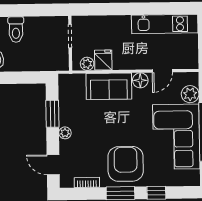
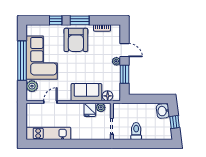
toilet: (16, 30) -> (136, 131), moved
floor lamp: (140, 80) -> (108, 96), moved
door: (53, 165) -> (125, 50), moved

